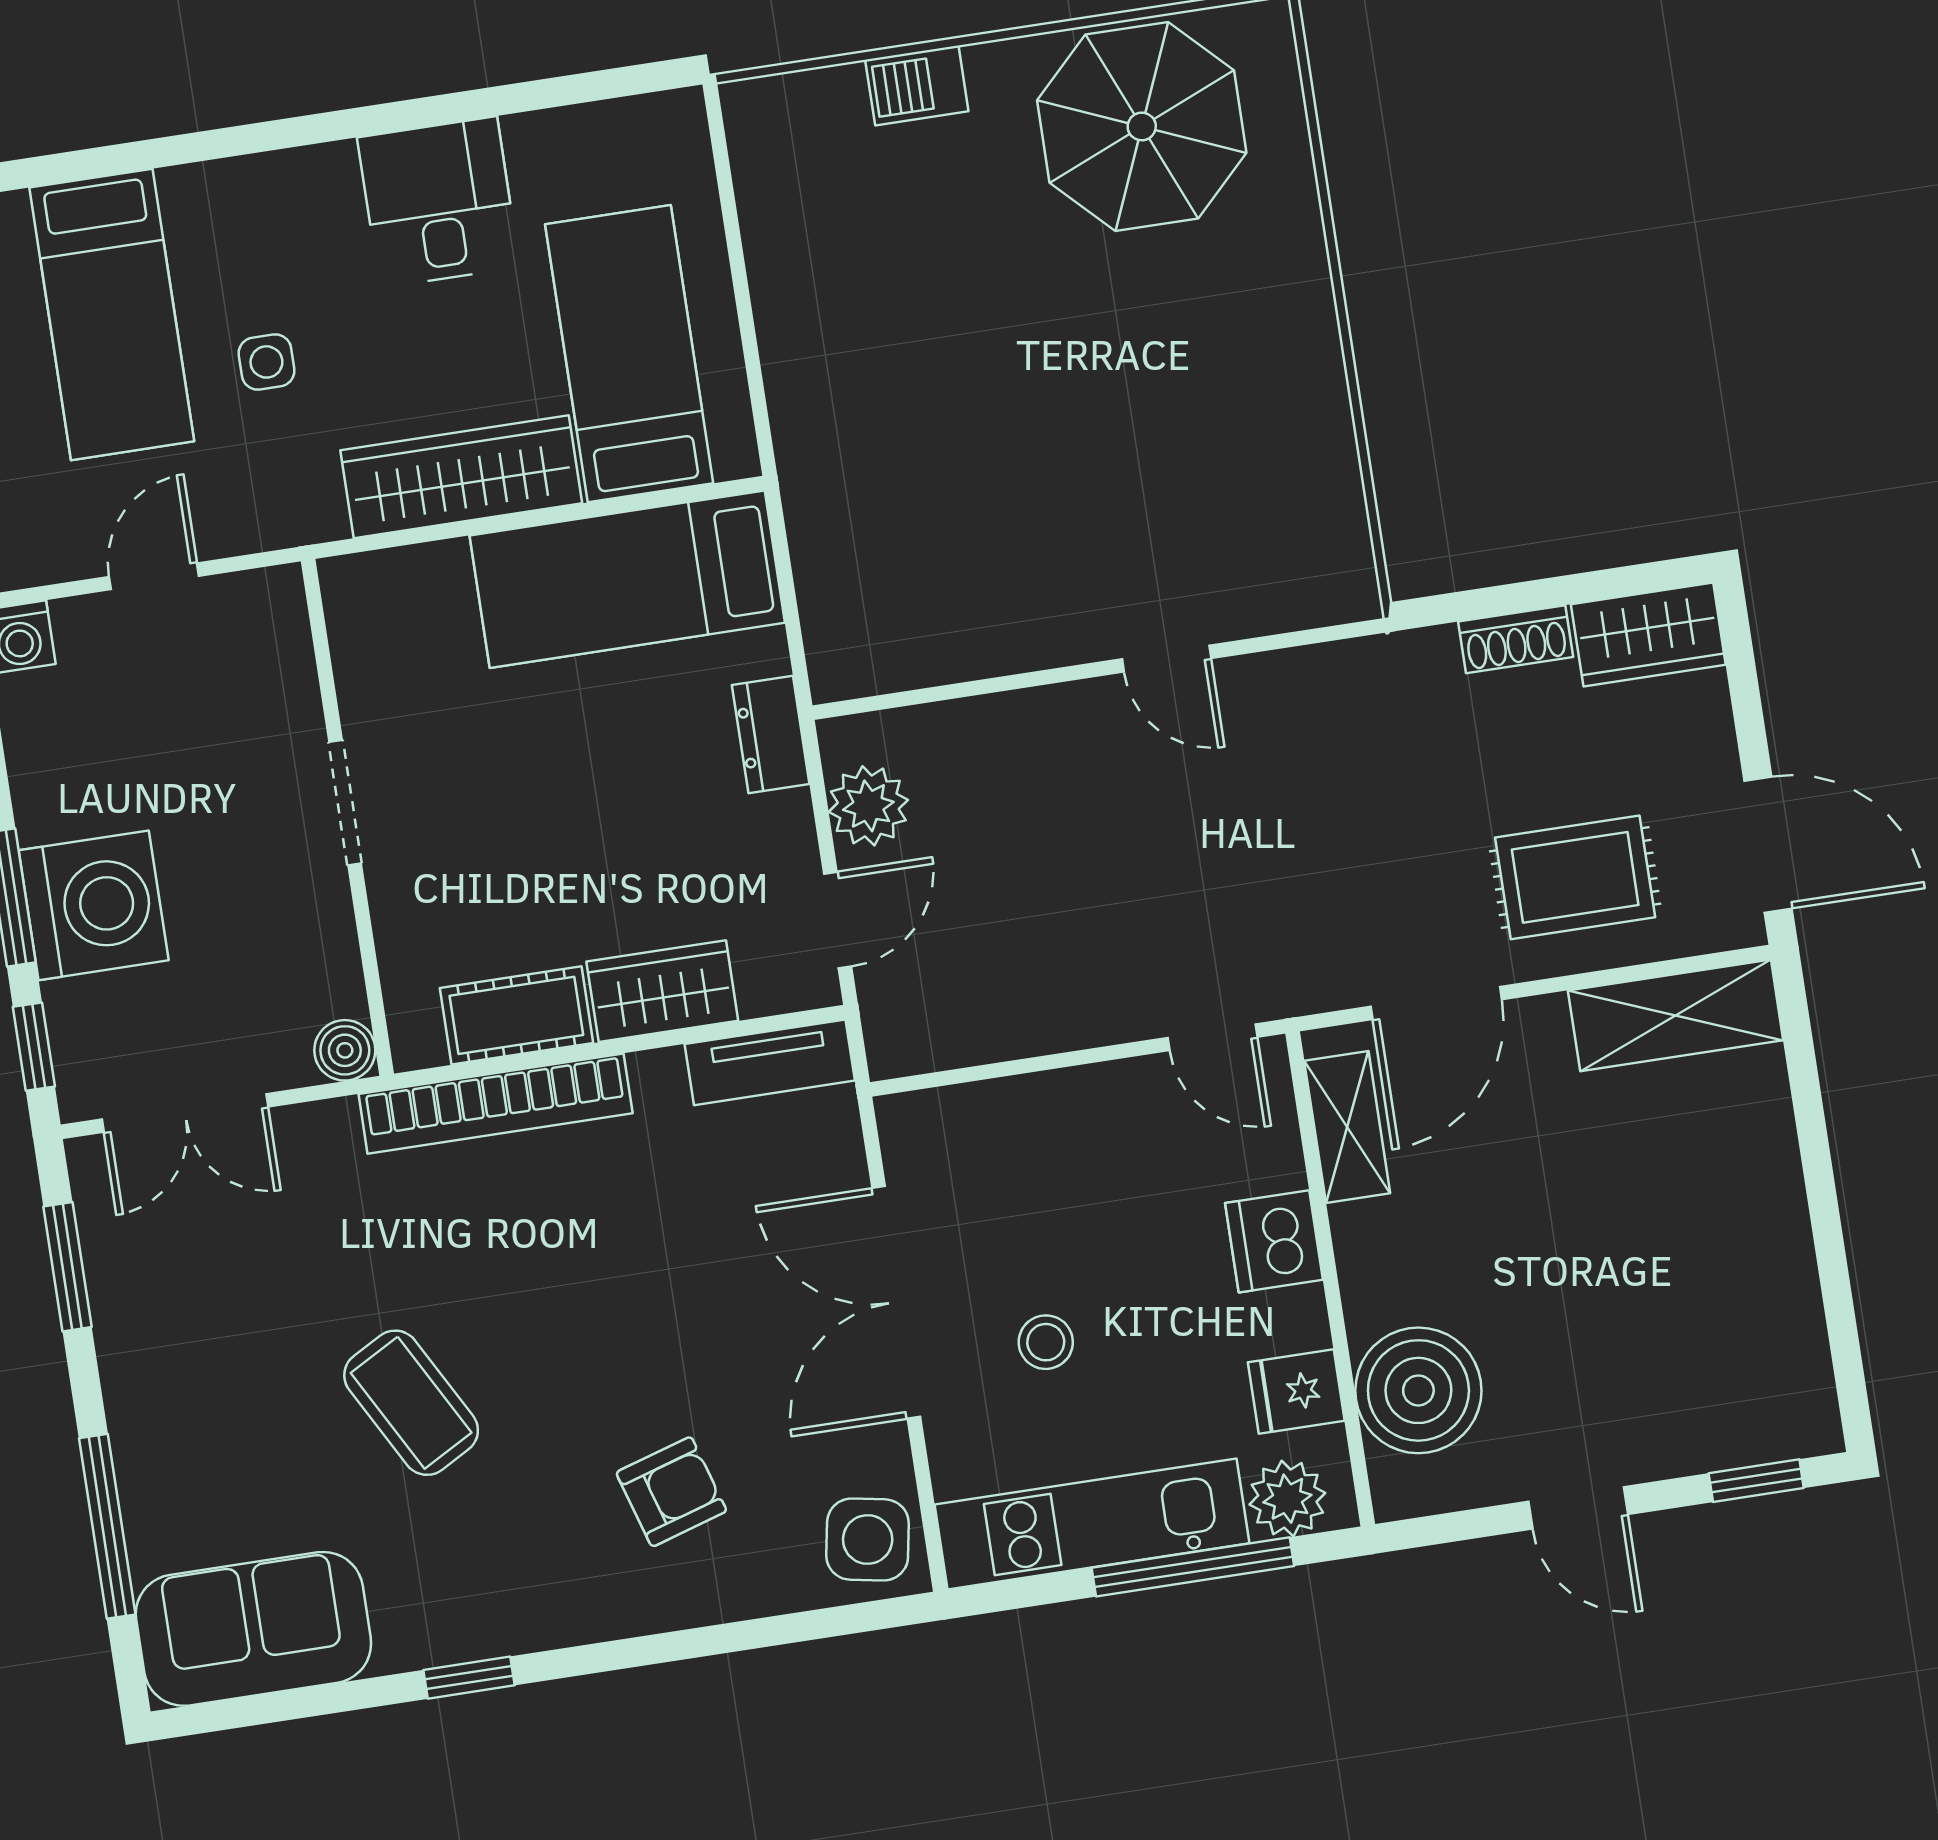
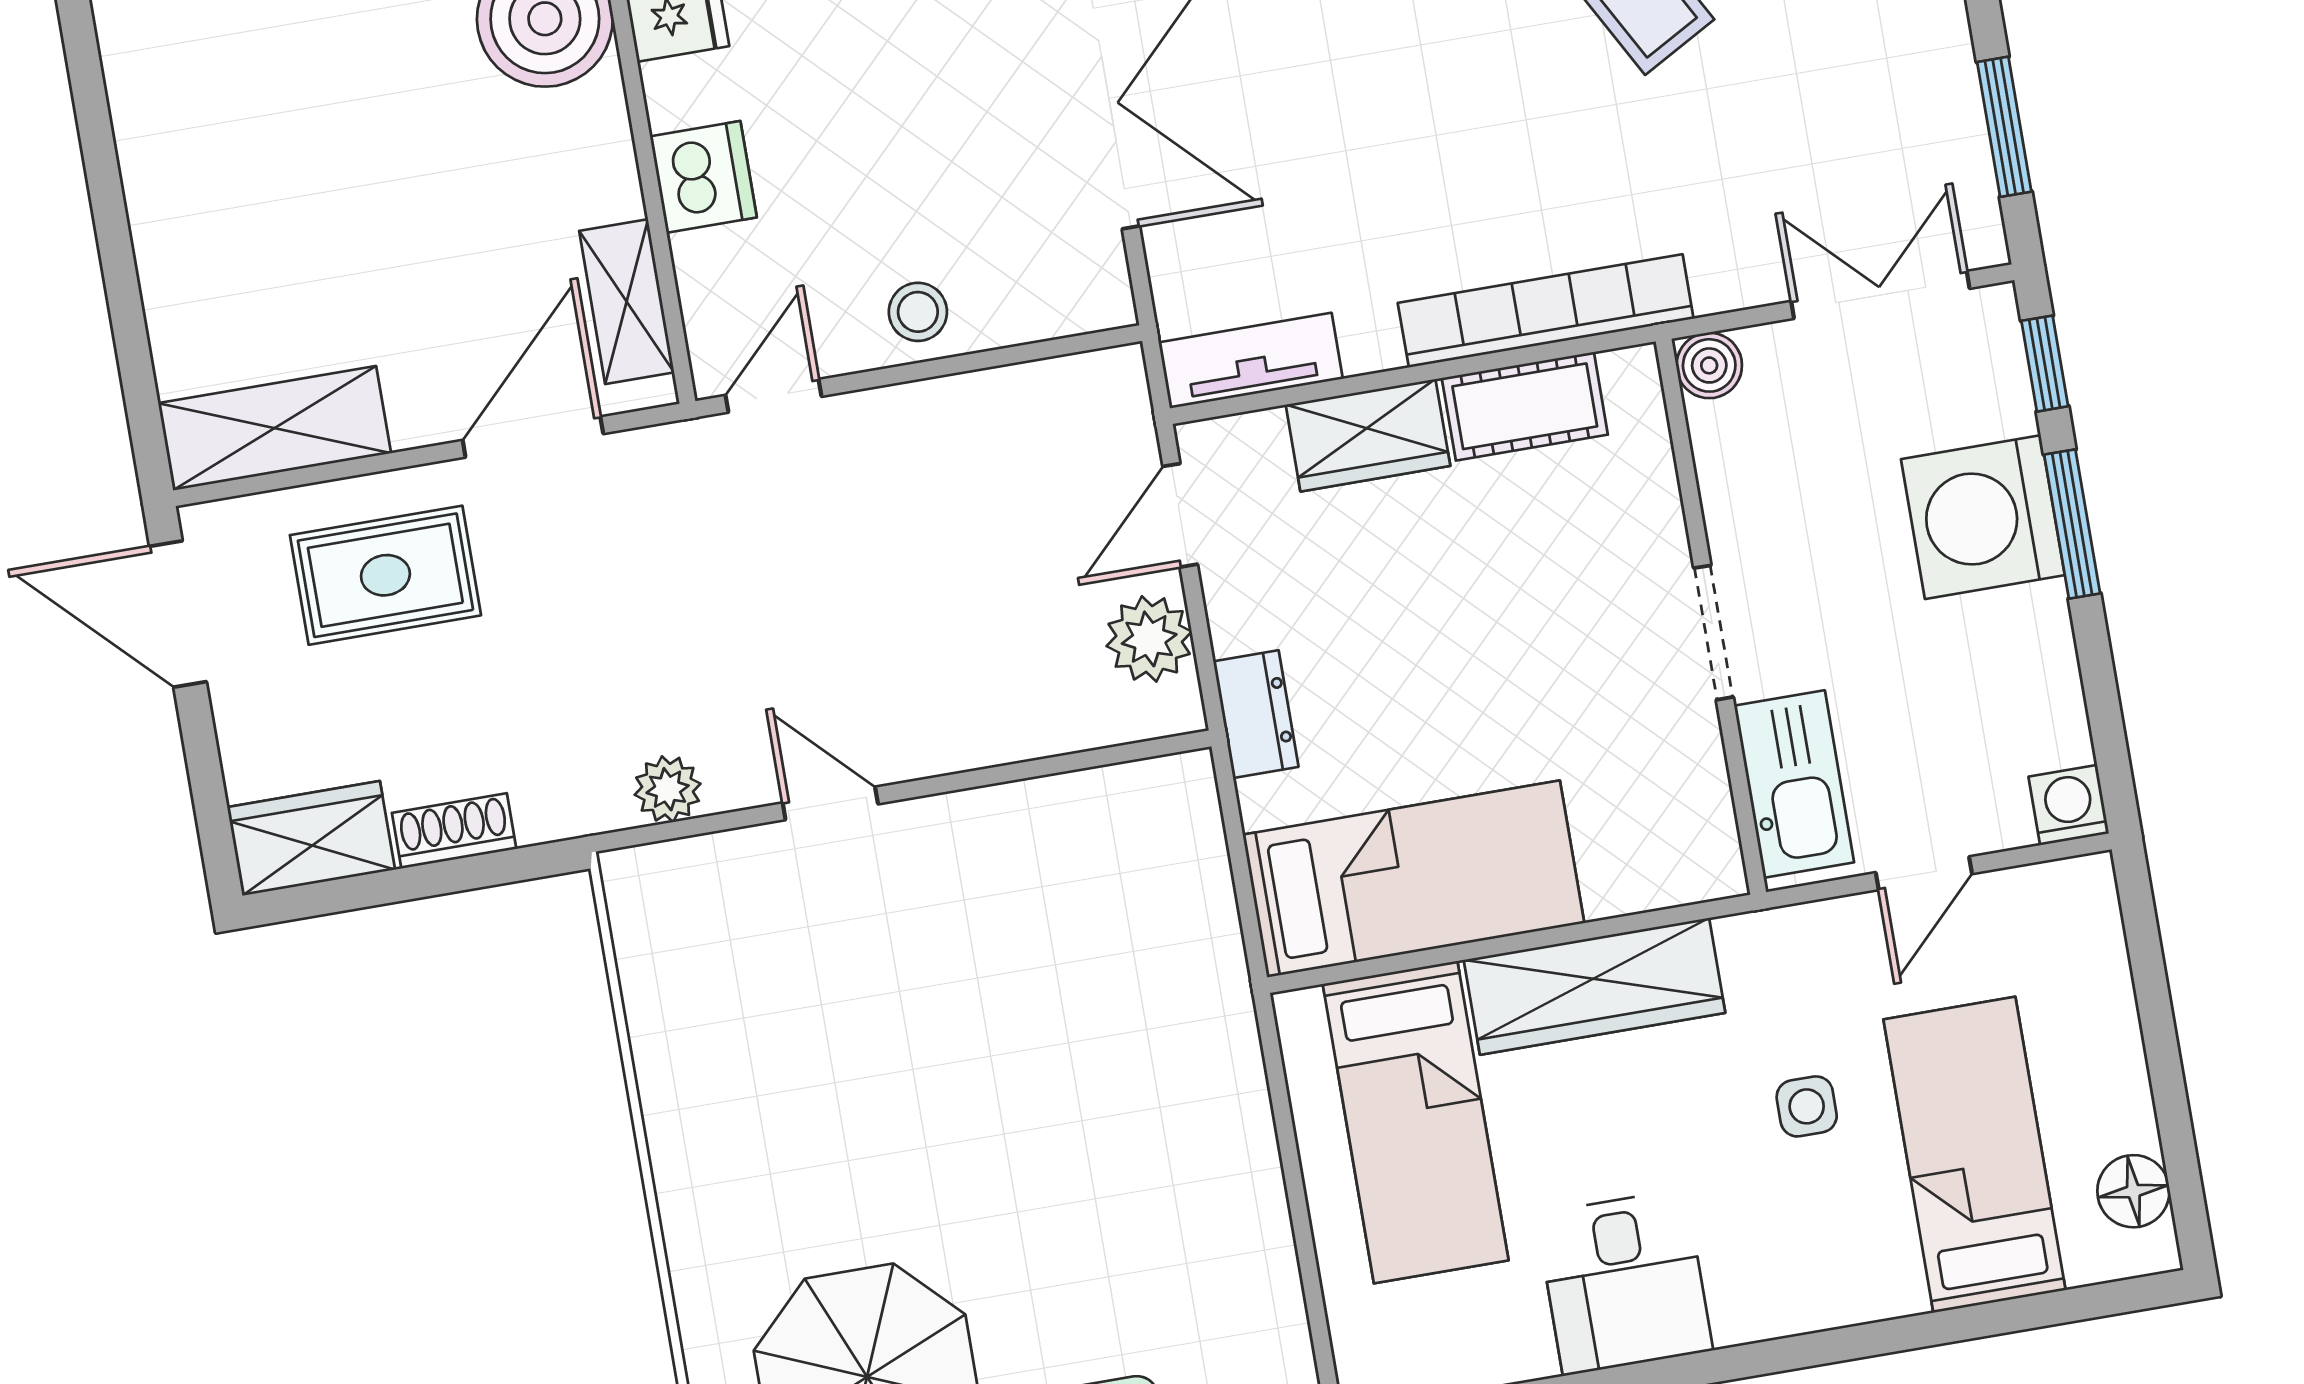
kitchen sink: (273, 661) -> (1794, 784), added
plant: (1317, 674) -> (668, 789), added
door: (1213, 1037) -> (774, 396), hinge flipped
stool: (1046, 1342) -> (918, 312), moved

